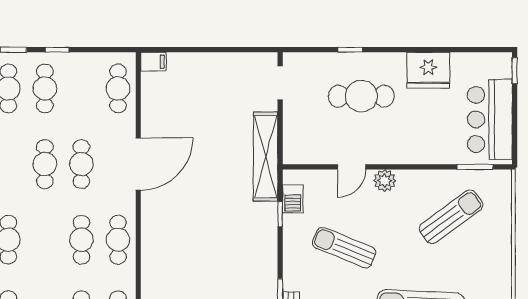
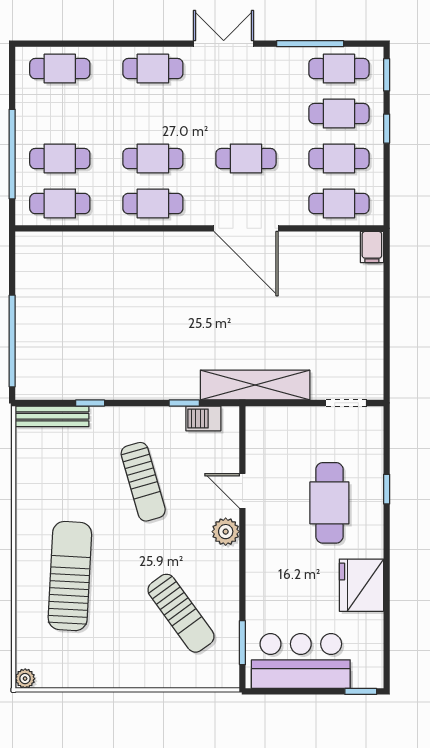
cafe table: (45, 164) -> (339, 159), moved
sun lounger: (344, 248) -> (143, 482), turned 142

